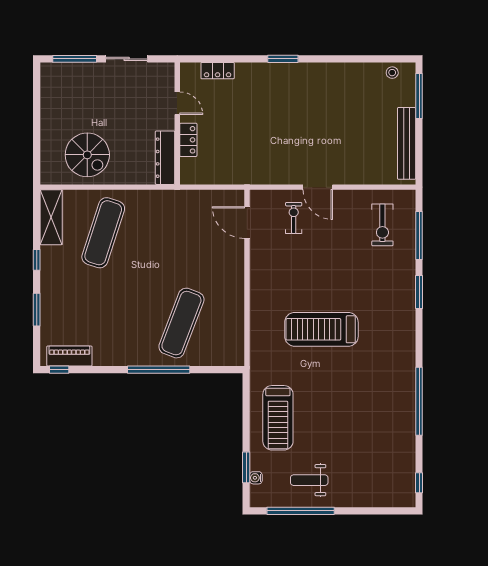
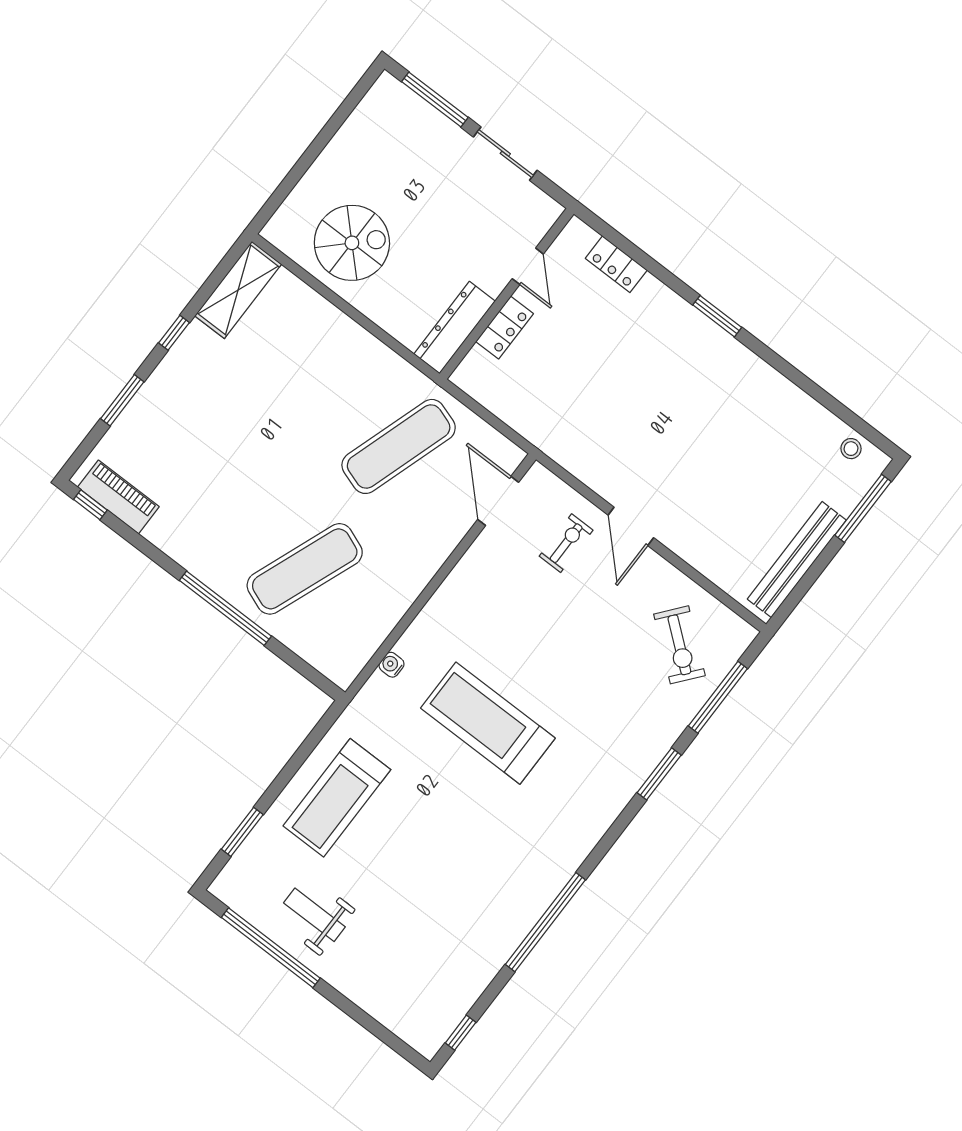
spiral stairs: (87, 155) -> (352, 243), turned -90
exercise bike: (382, 225) -> (679, 645), turned -51
exercise mat: (103, 233) -> (399, 446), moved
water cooler: (256, 478) -> (392, 665), moved

